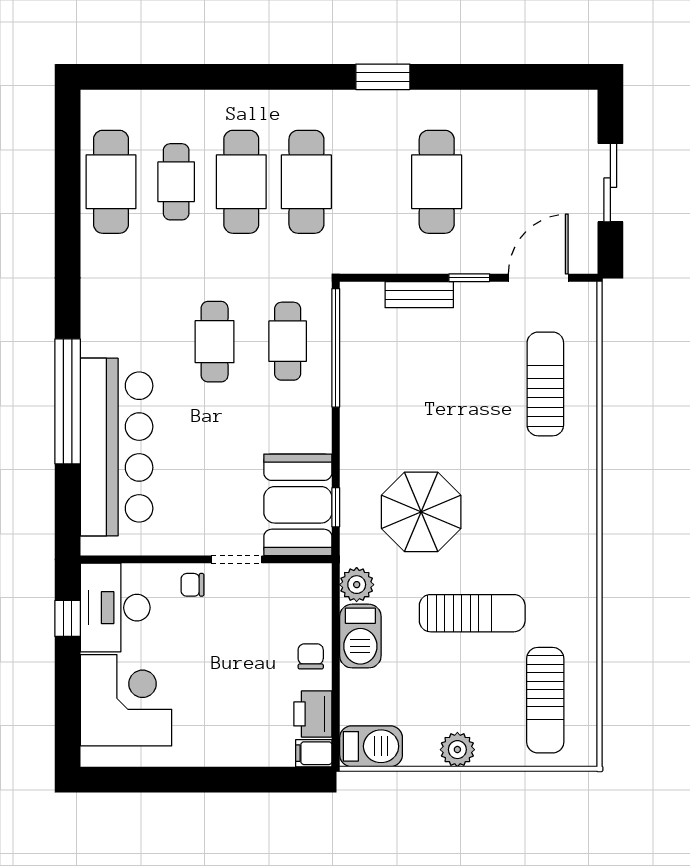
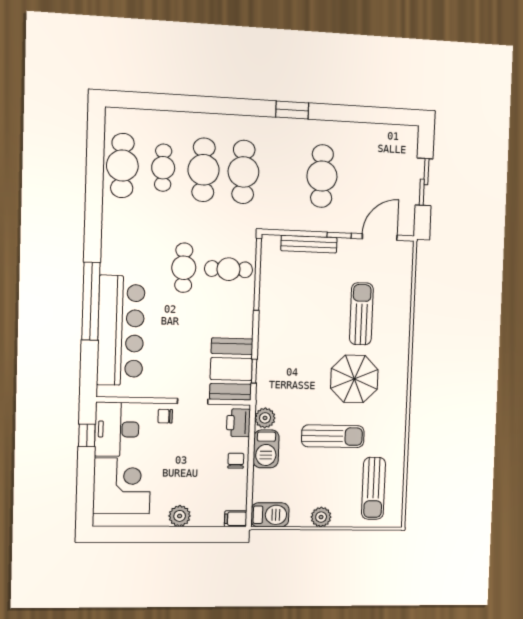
bench: (419, 295) -> (309, 244), width x1.36
cafe table: (288, 341) -> (229, 269), turned 90
sun lounger: (545, 384) -> (361, 314), moved
parasol: (421, 512) -> (354, 379), moved
printer: (313, 714) -> (238, 423), moved
plant: (221, 749) -> (180, 516), added

